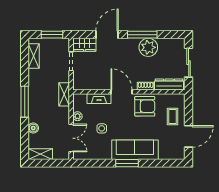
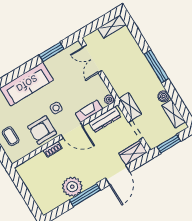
sliding door: (189, 63) -> (26, 195), removed
dresser: (169, 84) -> (105, 119), moved
shelving: (64, 94) -> (130, 106), moved
plant: (77, 116) -> (109, 99), moved
boiler: (33, 128) -> (164, 96), moved
side table: (102, 128) -> (56, 108), moved
window: (127, 163) -> (51, 52), moved

